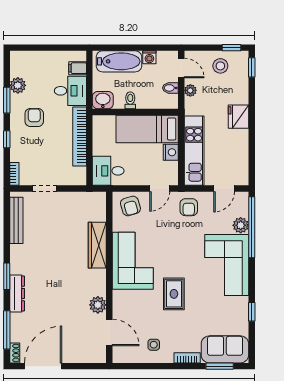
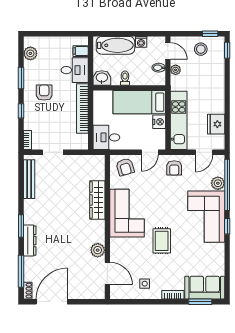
plant: (18, 85) -> (30, 53), moved
fridge: (239, 117) -> (216, 124), moved
window: (252, 312) -> (227, 226), moved

